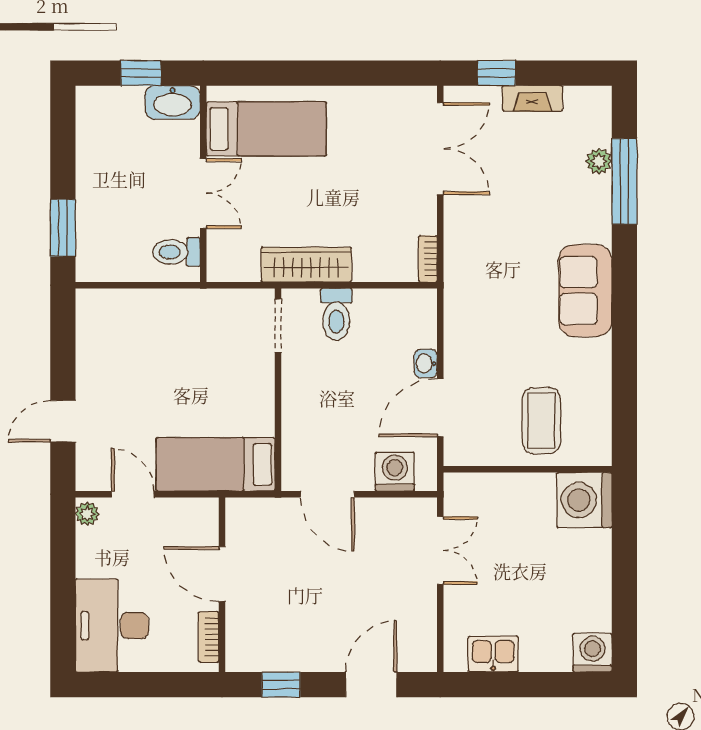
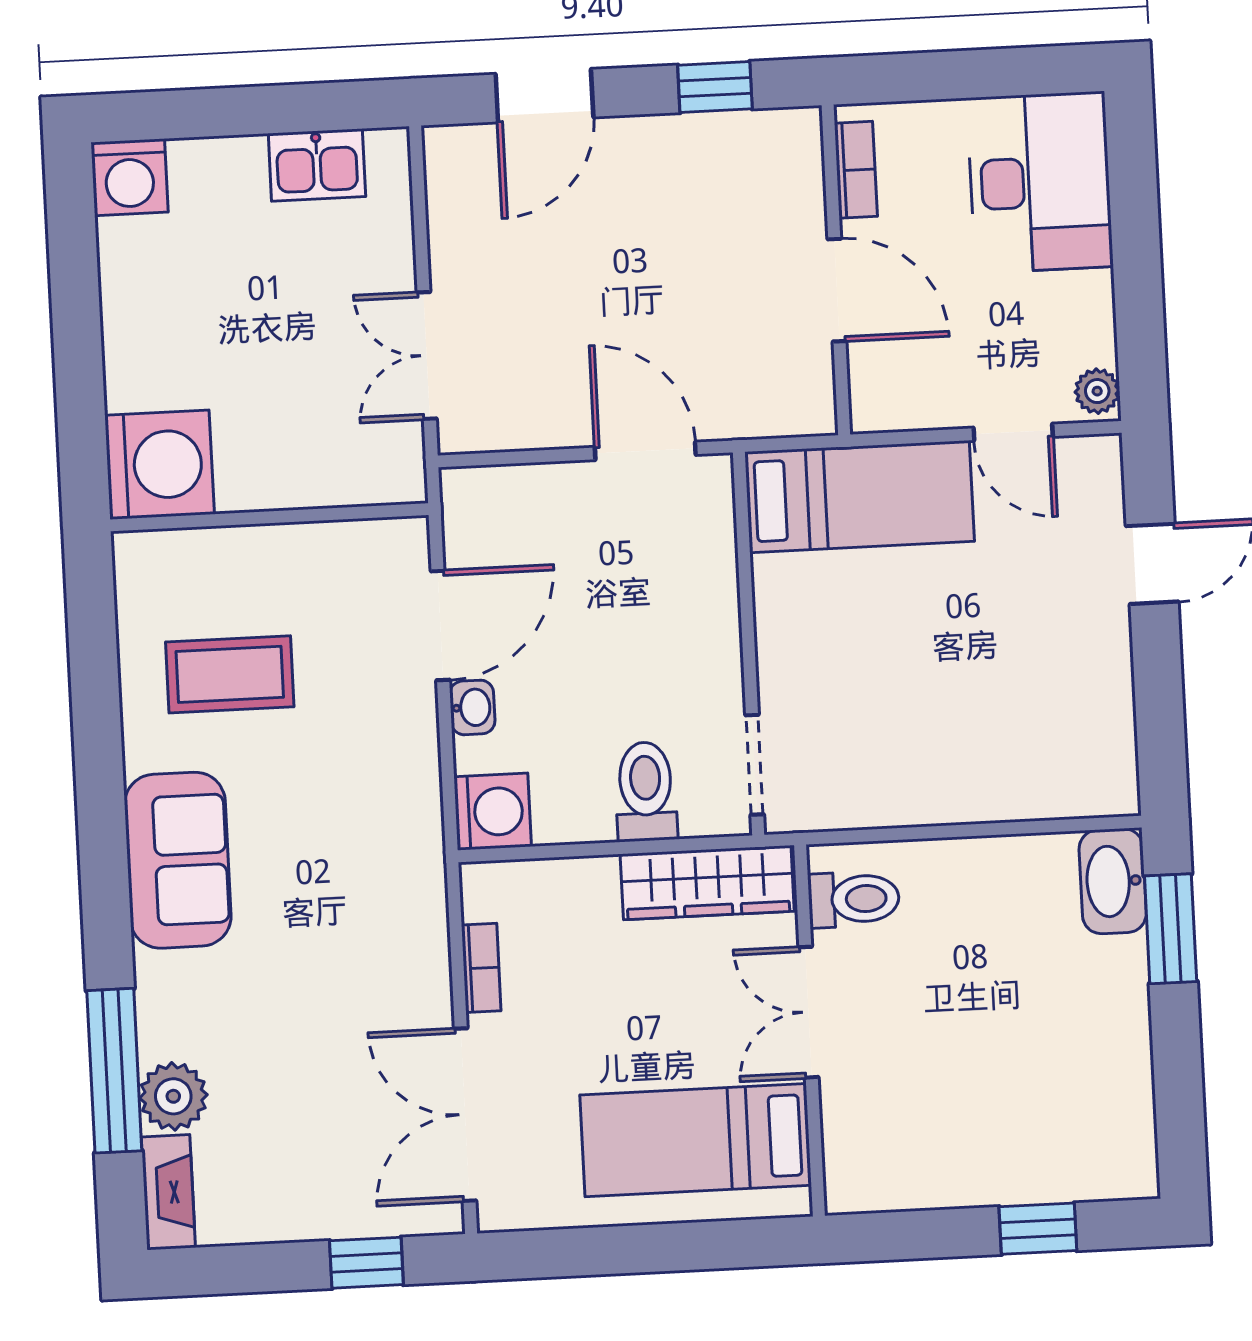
fireplace: (532, 98) -> (168, 1192), moved, turned 90
washbasin: (173, 102) -> (1113, 881), moved, turned -90
bed: (266, 129) -> (696, 1140), moved
plant: (599, 161) -> (173, 1096), width x1.38, depth x1.38
wall: (203, 184) -> (809, 1030), moved
double door: (203, 193) -> (808, 1012), moved
toilet: (176, 252) -> (854, 899), moved
bookcase: (428, 259) -> (481, 968), moved
coffee table: (541, 421) -> (230, 674), moved, turned 90
washing machine: (395, 472) -> (493, 812), moved, turned -90

